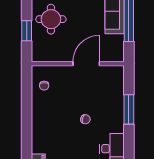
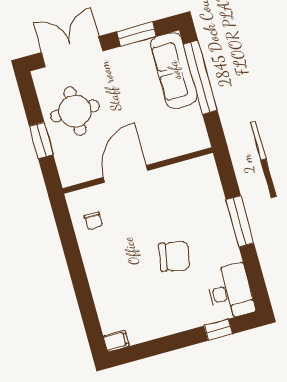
door: (86, 64) -> (126, 174), moved
chair: (85, 119) -> (174, 256), width x1.87, depth x1.87

